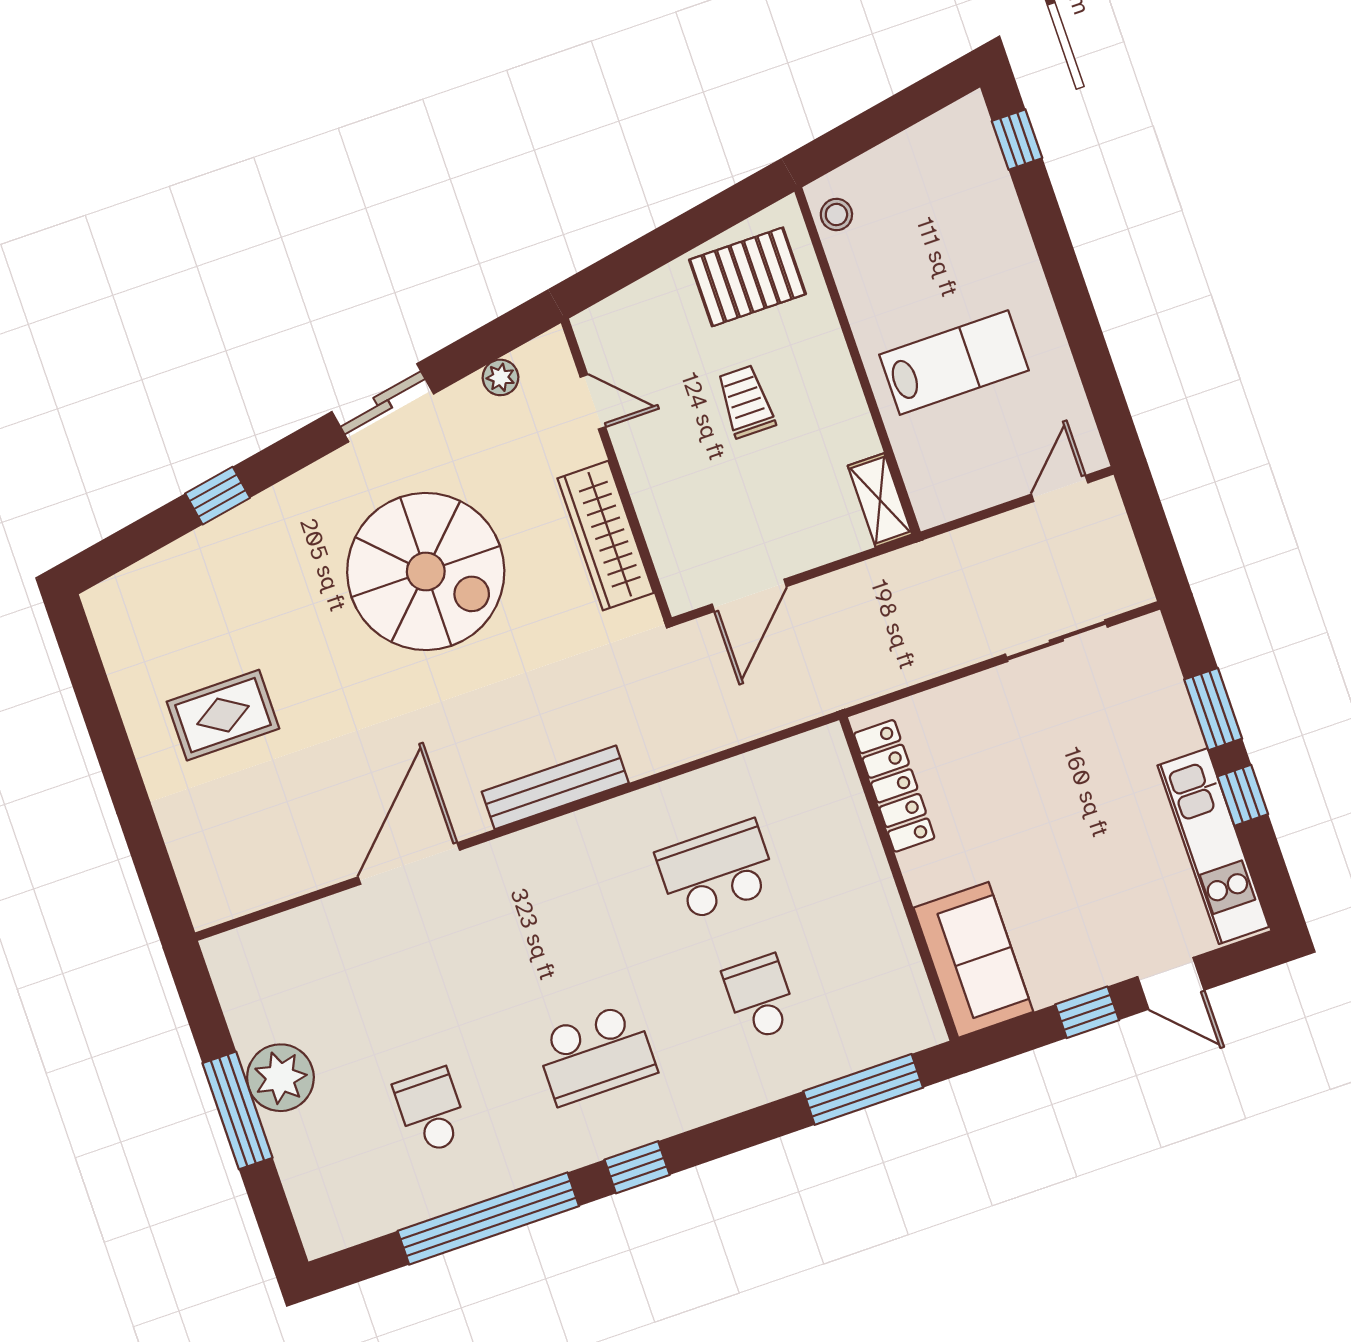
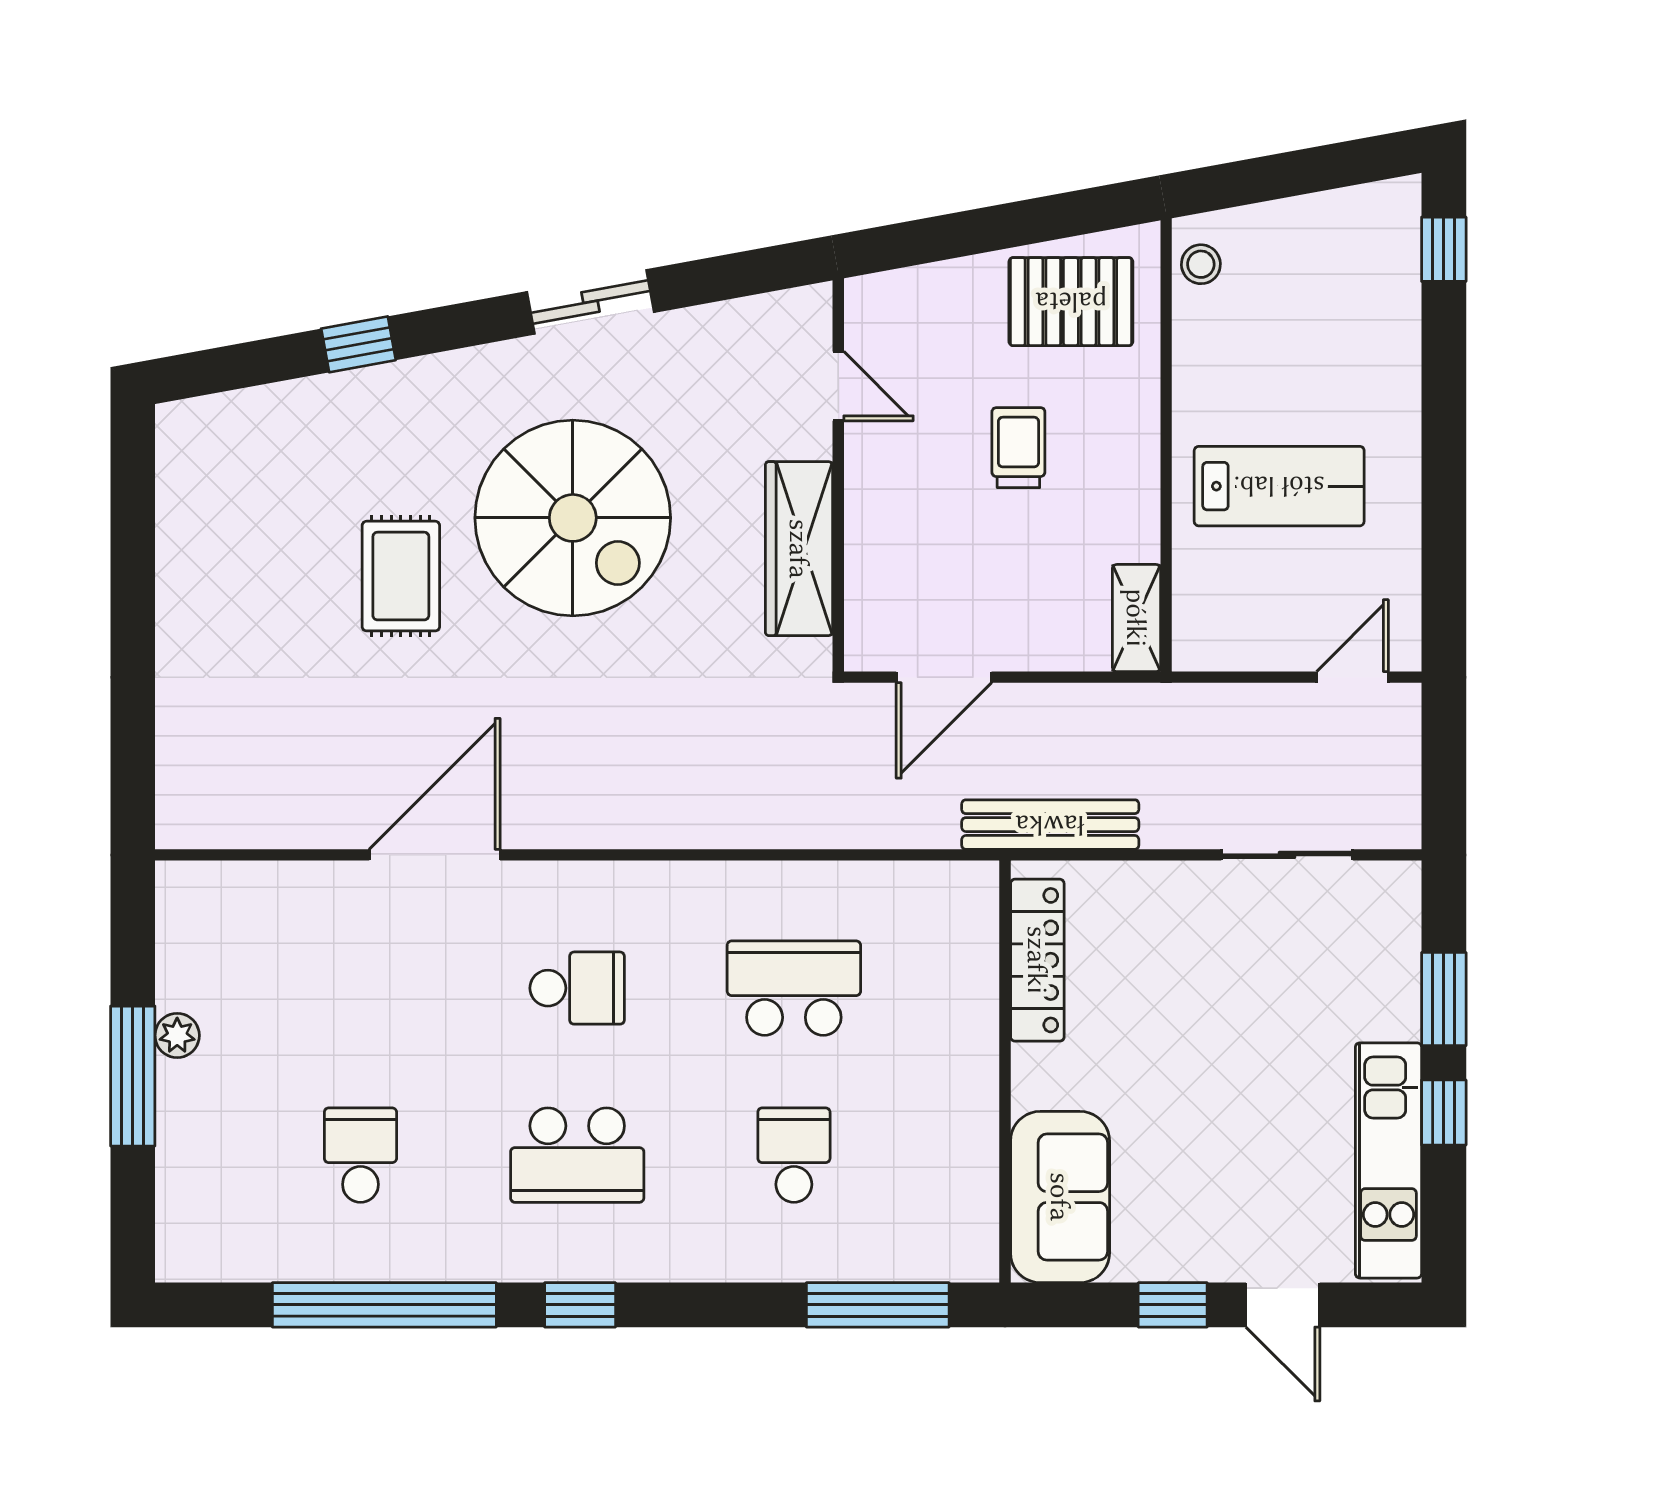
plant: (500, 377) -> (739, 320), removed
rug: (223, 715) -> (401, 576), moved, turned 90
bench: (555, 787) -> (1050, 825), moved
school desk: (552, 927) -> (577, 988), added
plant: (280, 1078) -> (177, 1035), width x0.53, depth x0.53

